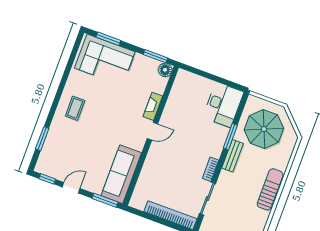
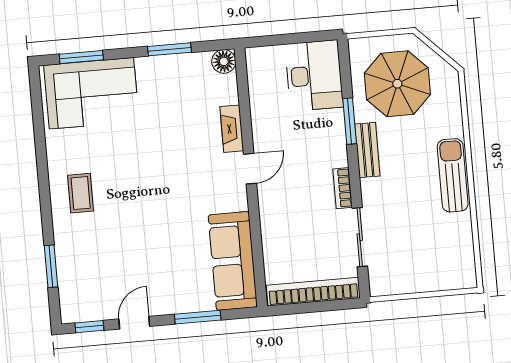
floor lamp: (165, 70) -> (224, 61), moved
fireplace: (153, 106) -> (232, 129), moved
door: (152, 131) -> (250, 169), moved
wall: (151, 136) -> (251, 177), moved
sofa: (121, 174) -> (233, 261), moved

